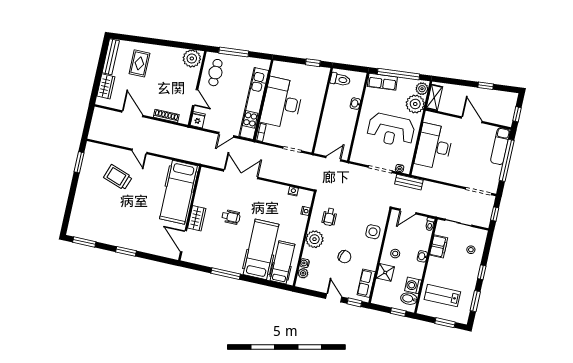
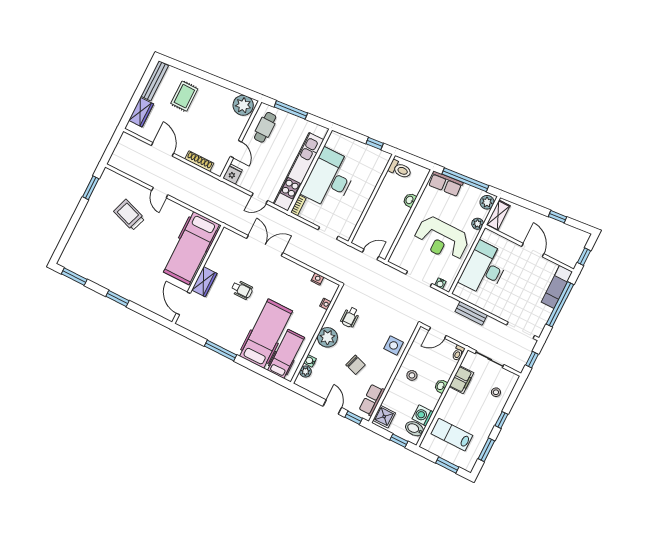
plant: (415, 104) -> (478, 224), width x0.53, depth x0.53
bench: (409, 182) -> (471, 313), moved
shower: (385, 272) -> (384, 417), moved

